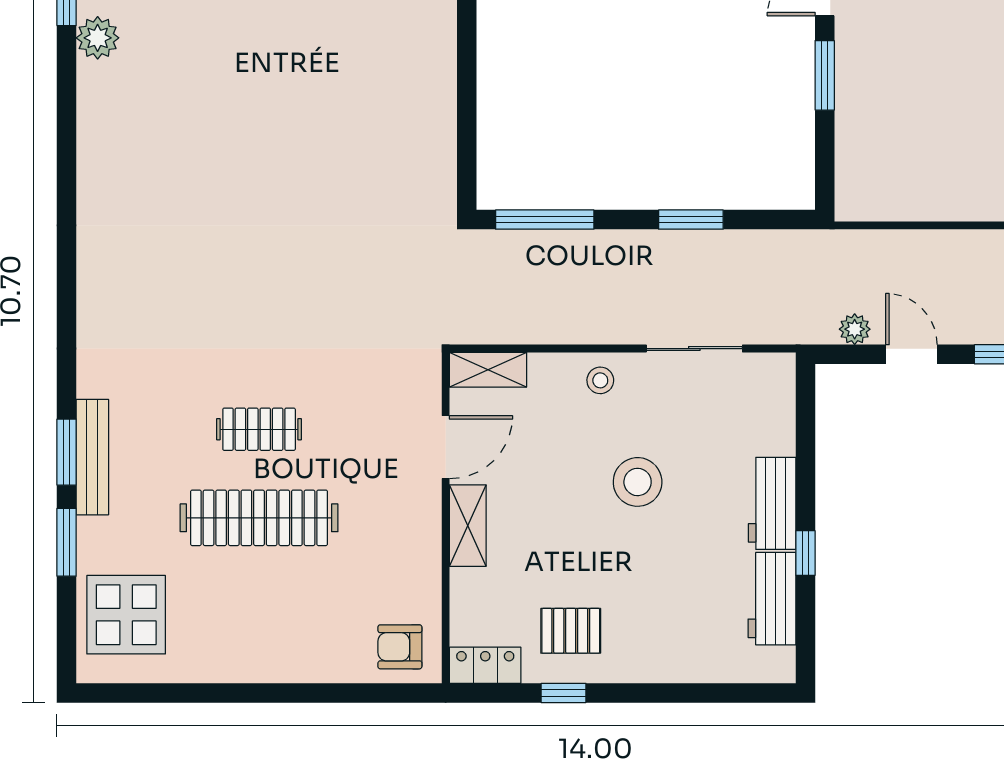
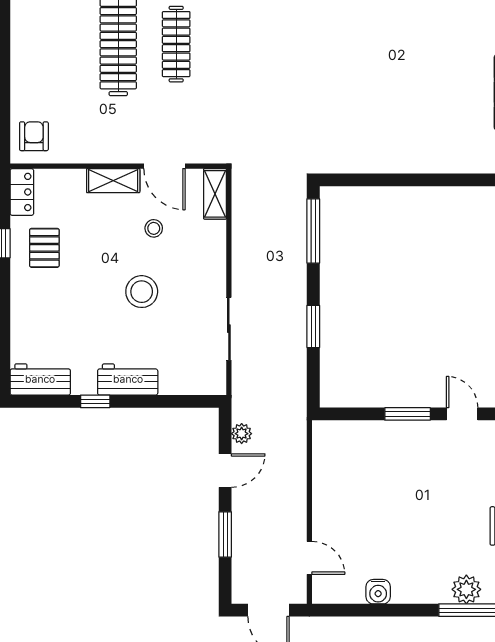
stool: (600, 380) -> (154, 228), moved
clothes rail: (259, 429) -> (176, 44), width x1.36
workbench: (772, 599) -> (40, 379), moved

